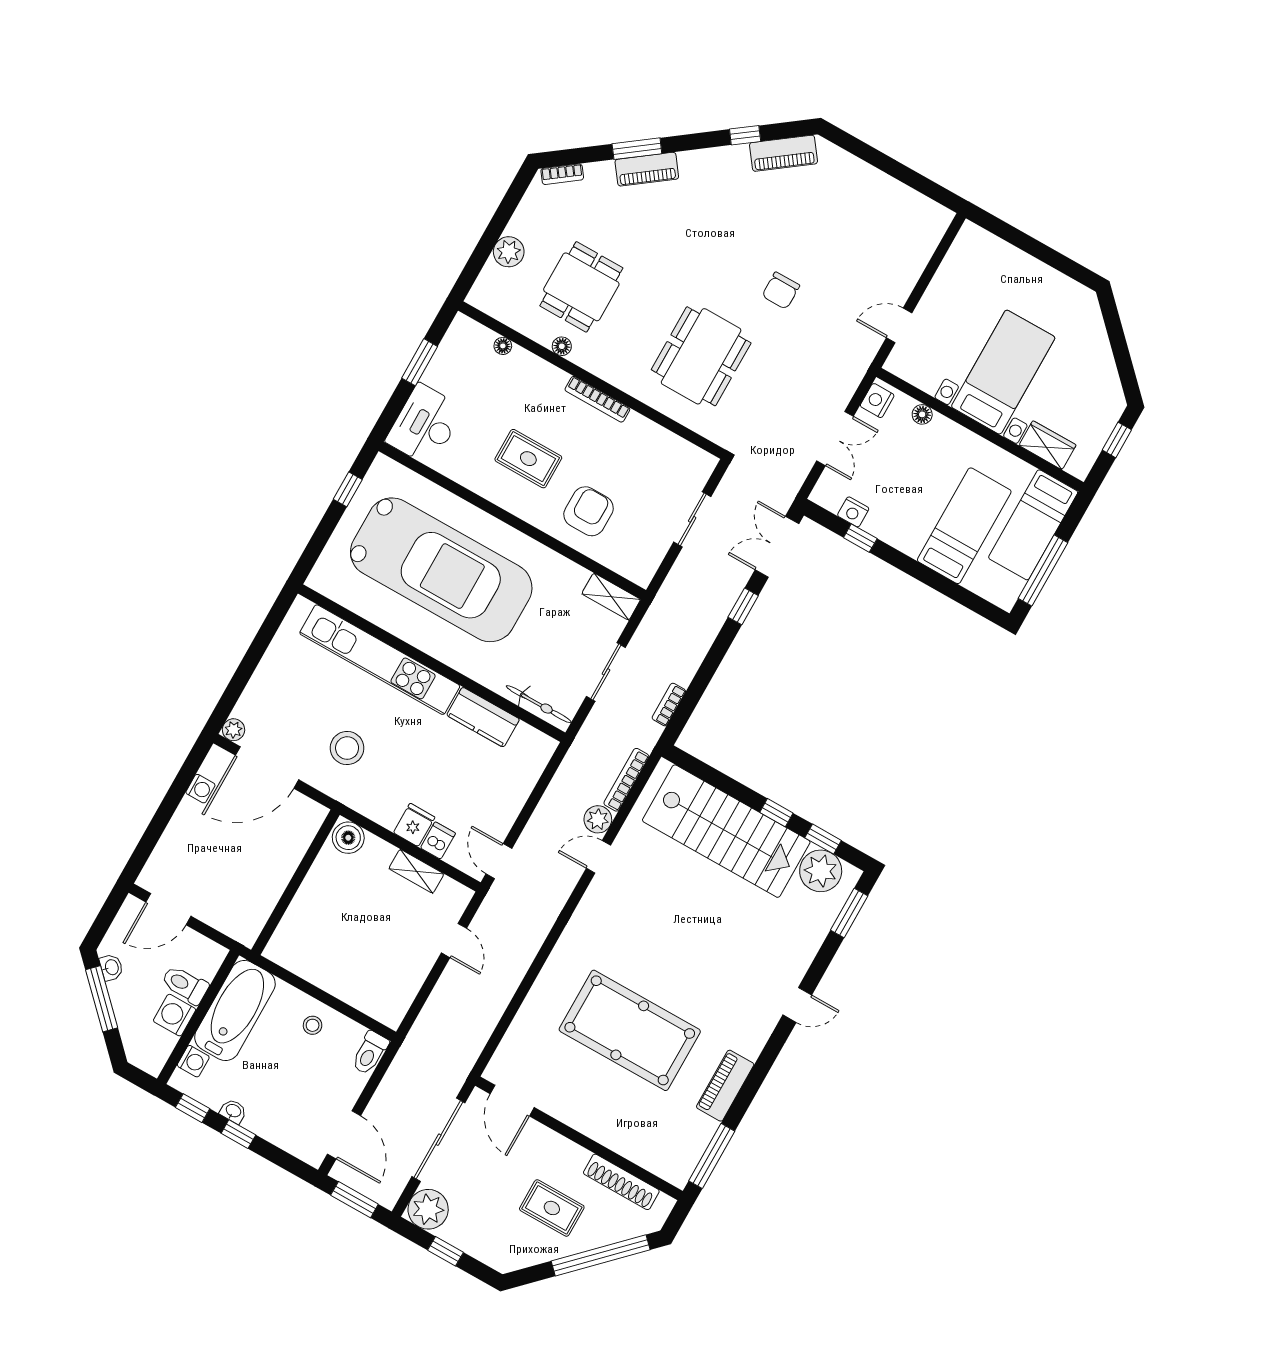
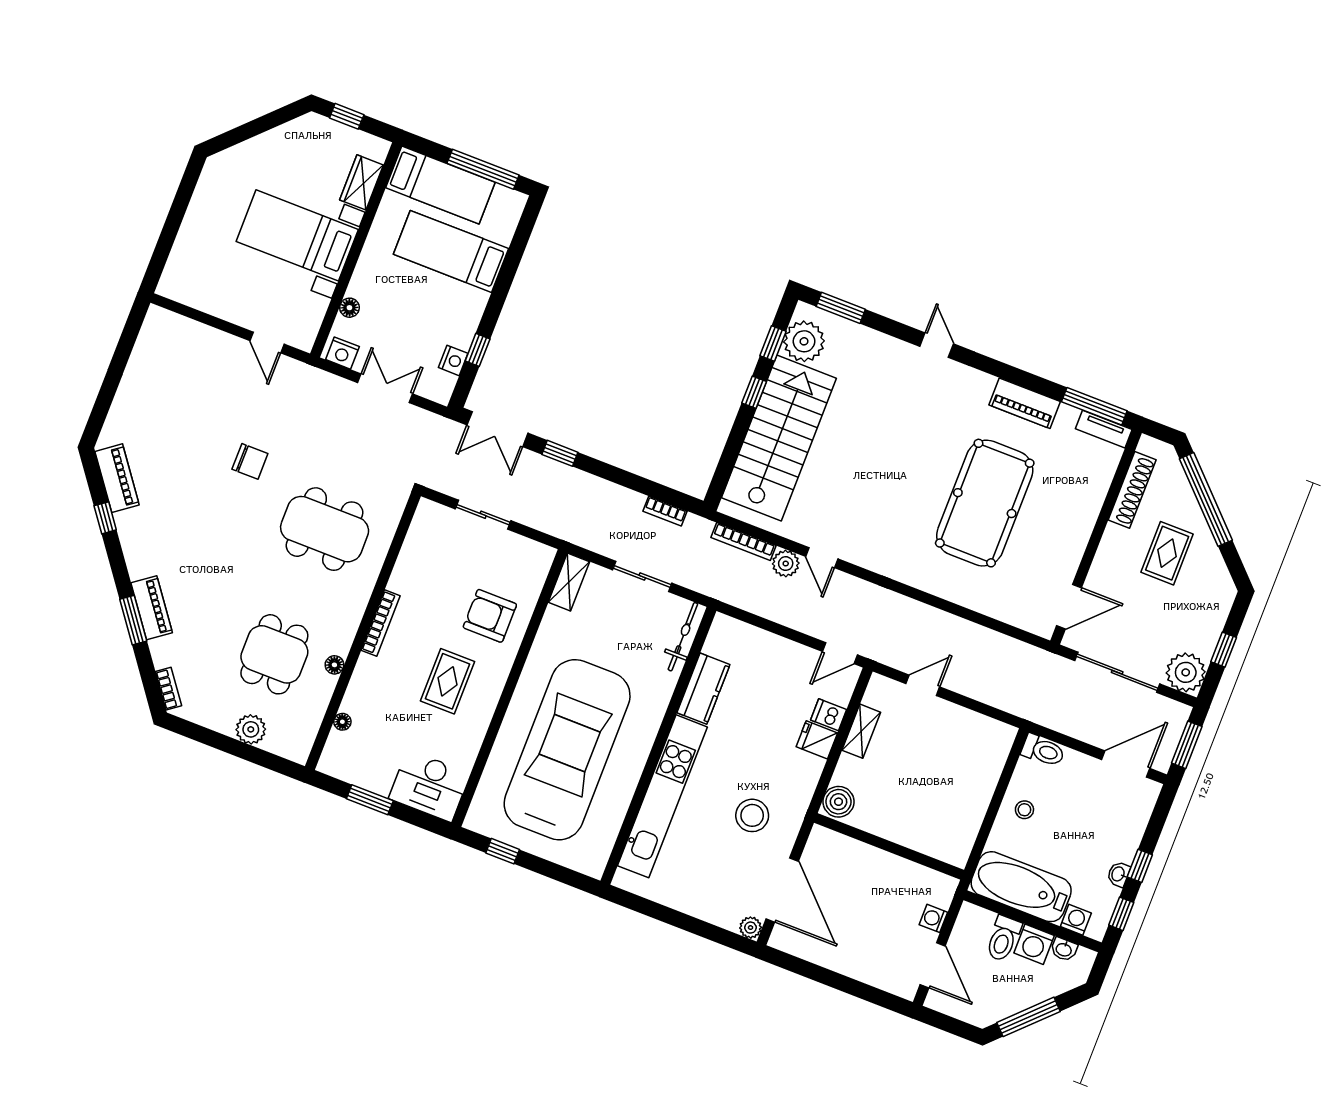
dining table: (581, 287) -> (274, 654), turned 90
washing machine: (200, 789) -> (933, 918), moved, turned -90
washbasin: (111, 967) -> (1064, 949), moved, turned -135
tv unit: (687, 1162) -> (1104, 429), added

